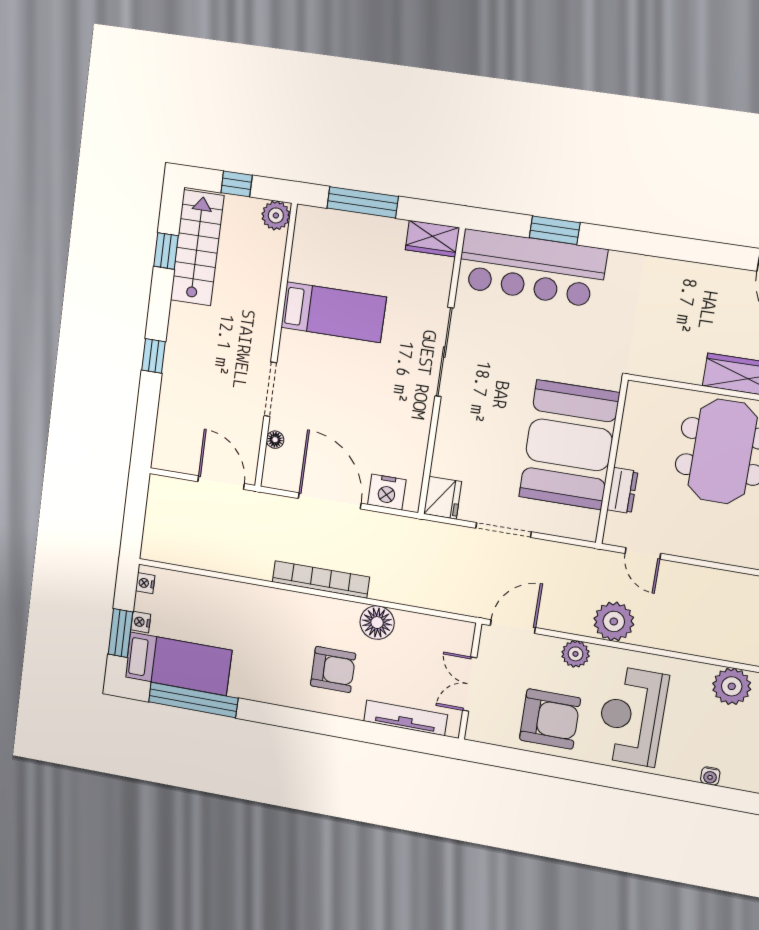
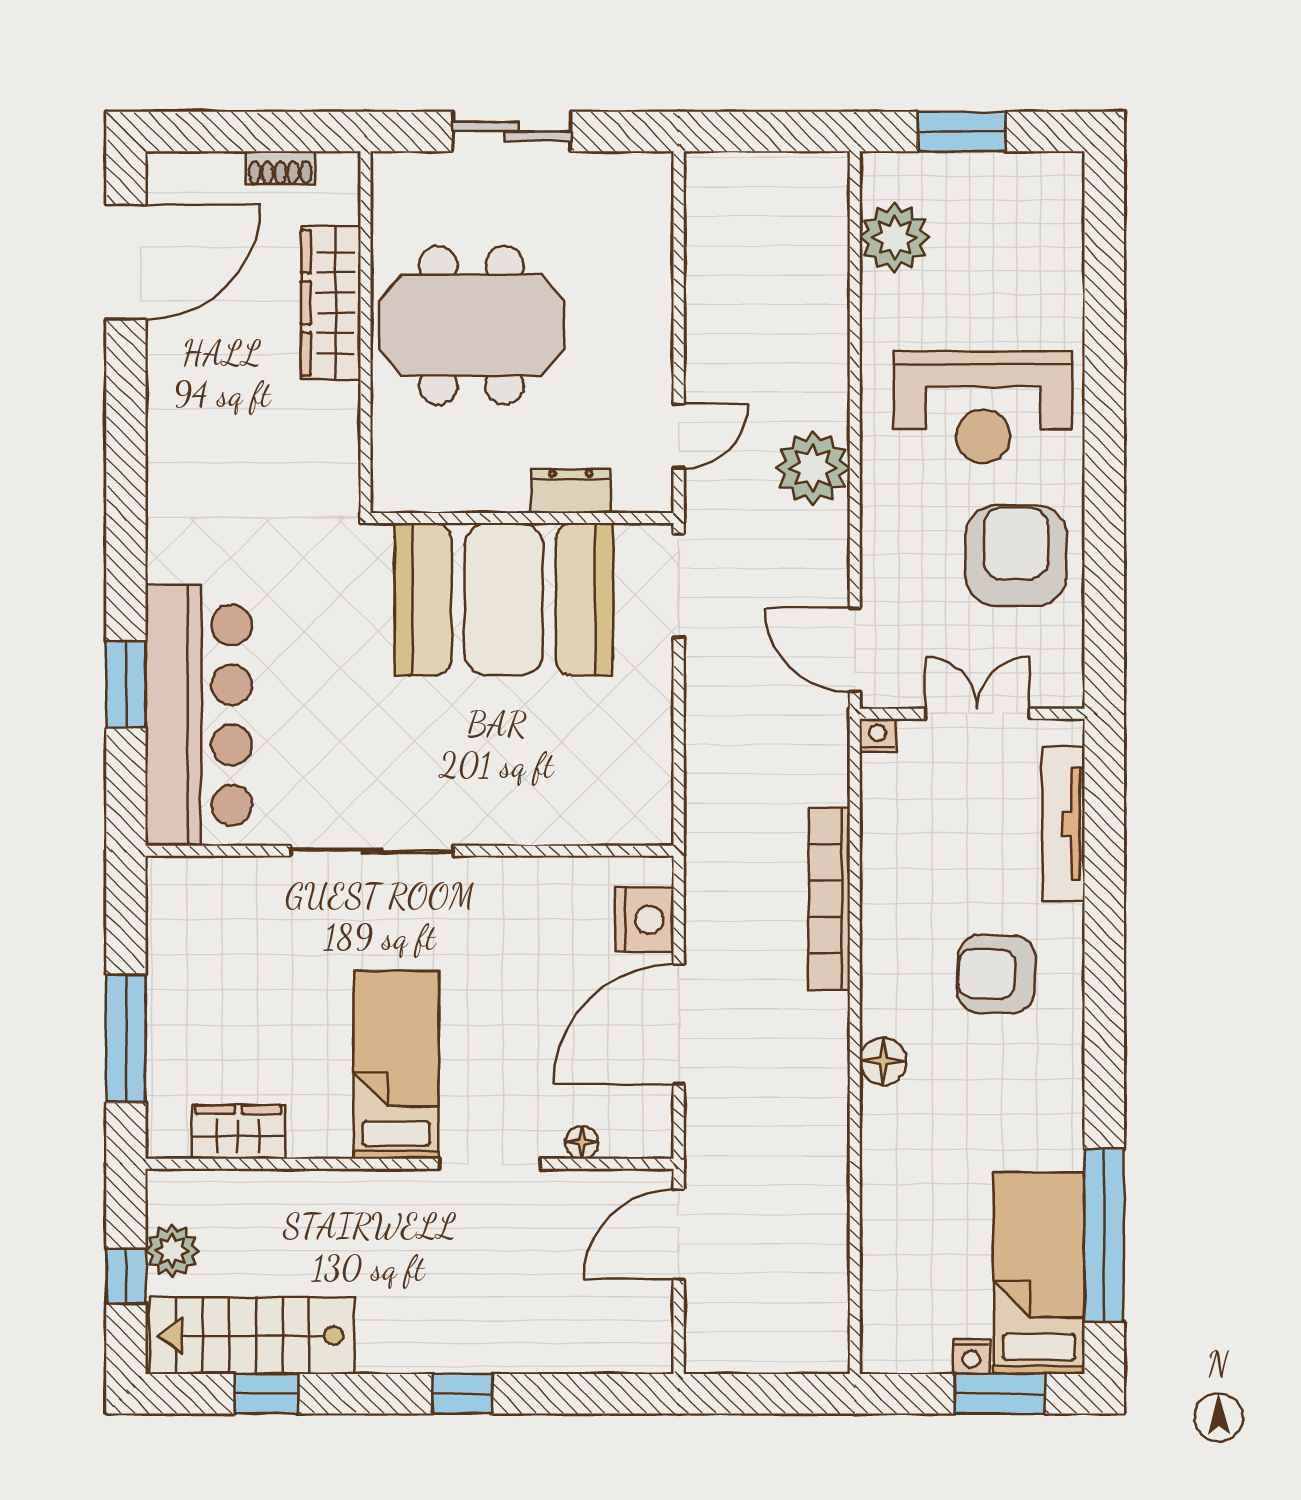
plant: (276, 215) -> (172, 1251), moved
wardrobe: (432, 239) -> (238, 1132), moved, turned -90
bed: (333, 312) -> (396, 1065), moved
fridge: (443, 498) -> (638, 815), removed
doorway: (504, 530) -> (679, 586), moved
bookcase: (321, 579) -> (829, 899), moved
nightstand: (145, 583) -> (878, 736), moved, turned 180
floor lamp: (377, 623) -> (883, 1061), moved, width x0.73, depth x0.73
plant: (575, 654) -> (885, 528), removed
armchair: (333, 670) -> (996, 974), turned -88
double door: (470, 684) -> (977, 714), swing flipped
water cooler: (710, 776) -> (1068, 248), removed

